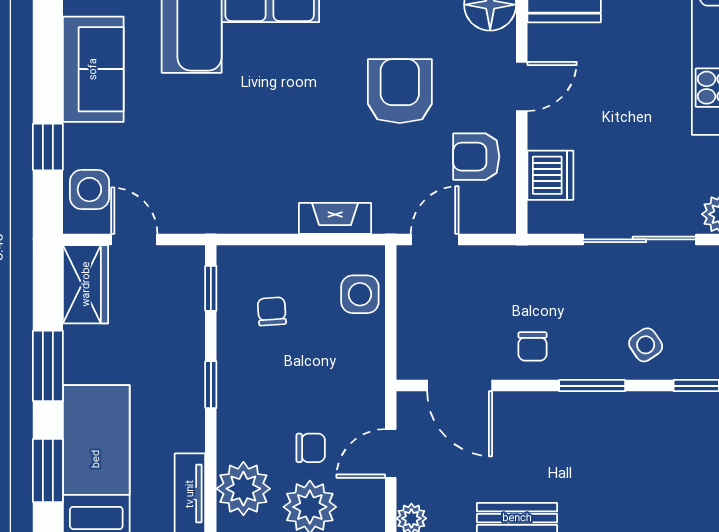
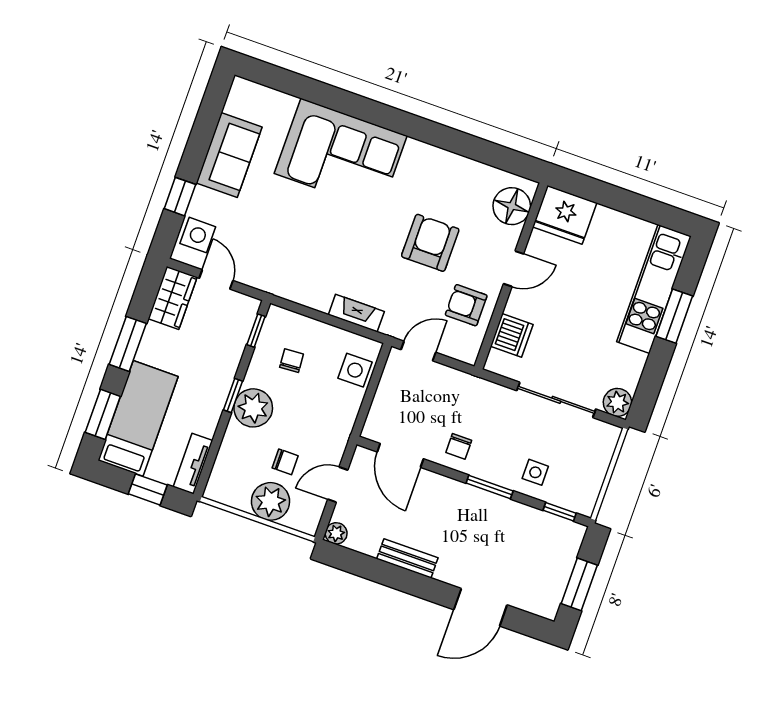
side table: (646, 345) -> (535, 472), turned 34
plant: (243, 489) -> (253, 408), moved

